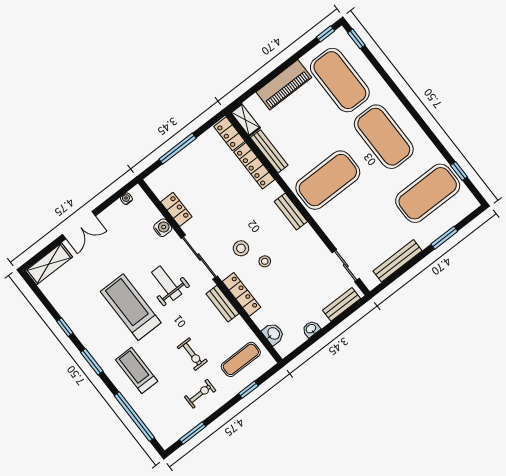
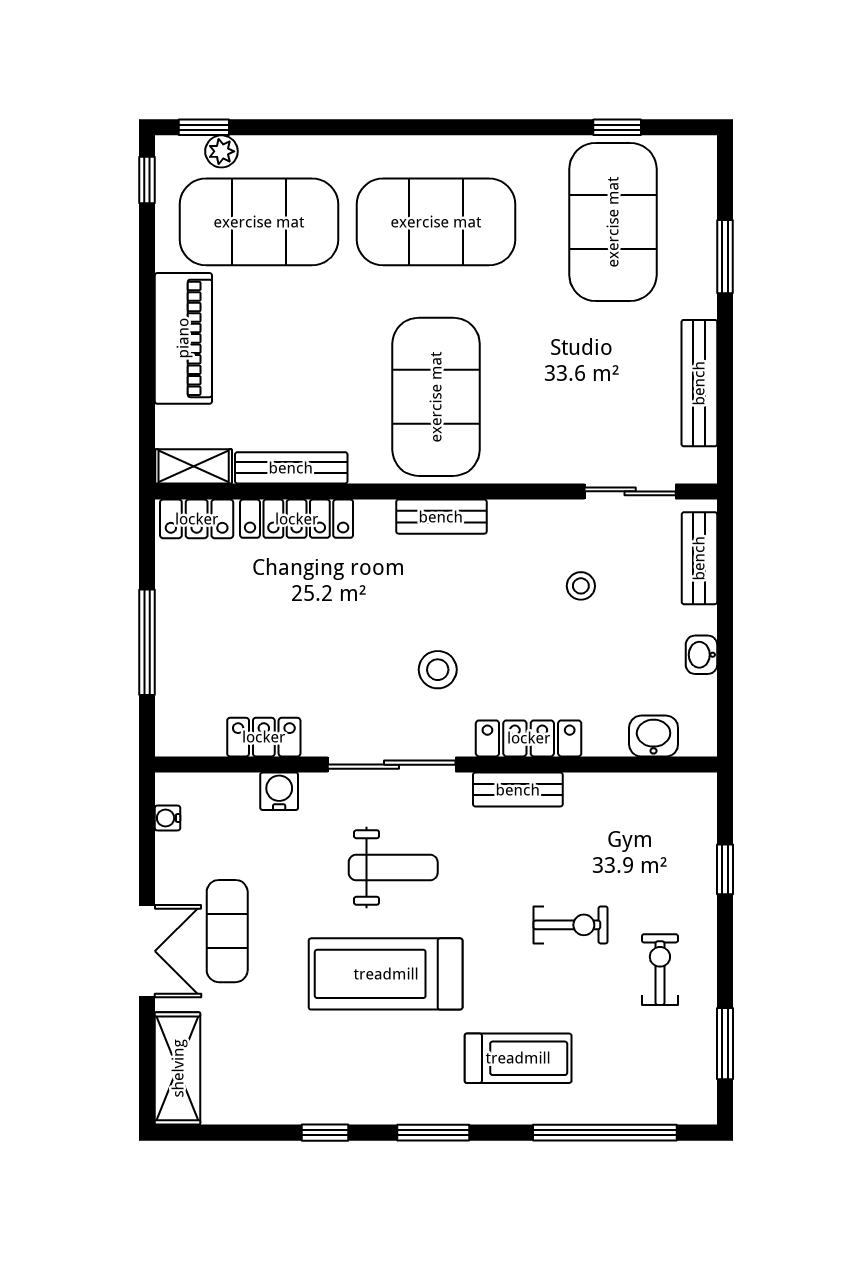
plant: (353, 51) -> (221, 151), added
stool: (265, 261) -> (581, 586), moved
weight bench: (167, 283) -> (393, 868), turned 180
exercise mat: (241, 359) -> (227, 931), moved
treadmill: (137, 370) -> (518, 1058), turned 180

